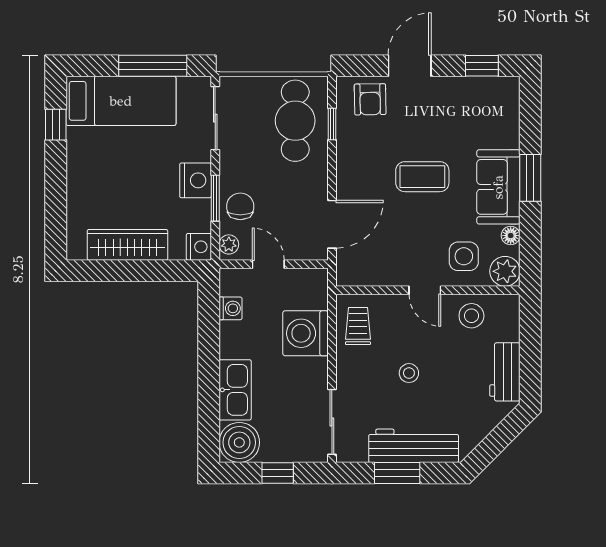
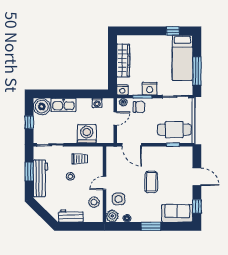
armchair: (370, 99) -> (183, 160), removed
sofa: (498, 187) -> (177, 213), moved
trolley: (358, 326) -> (80, 159), moved

